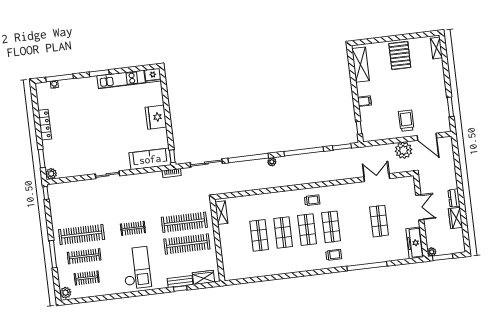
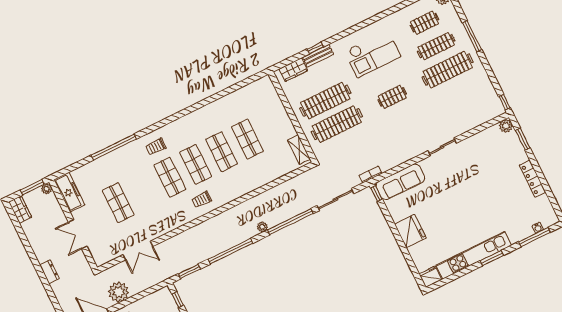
kitchen unit: (121, 79) -> (474, 255), width x1.36
dresser: (454, 198) -> (49, 272), moved
wardrobe: (455, 218) -> (20, 210), moved
checkout: (136, 268) -> (373, 54), turned -90

